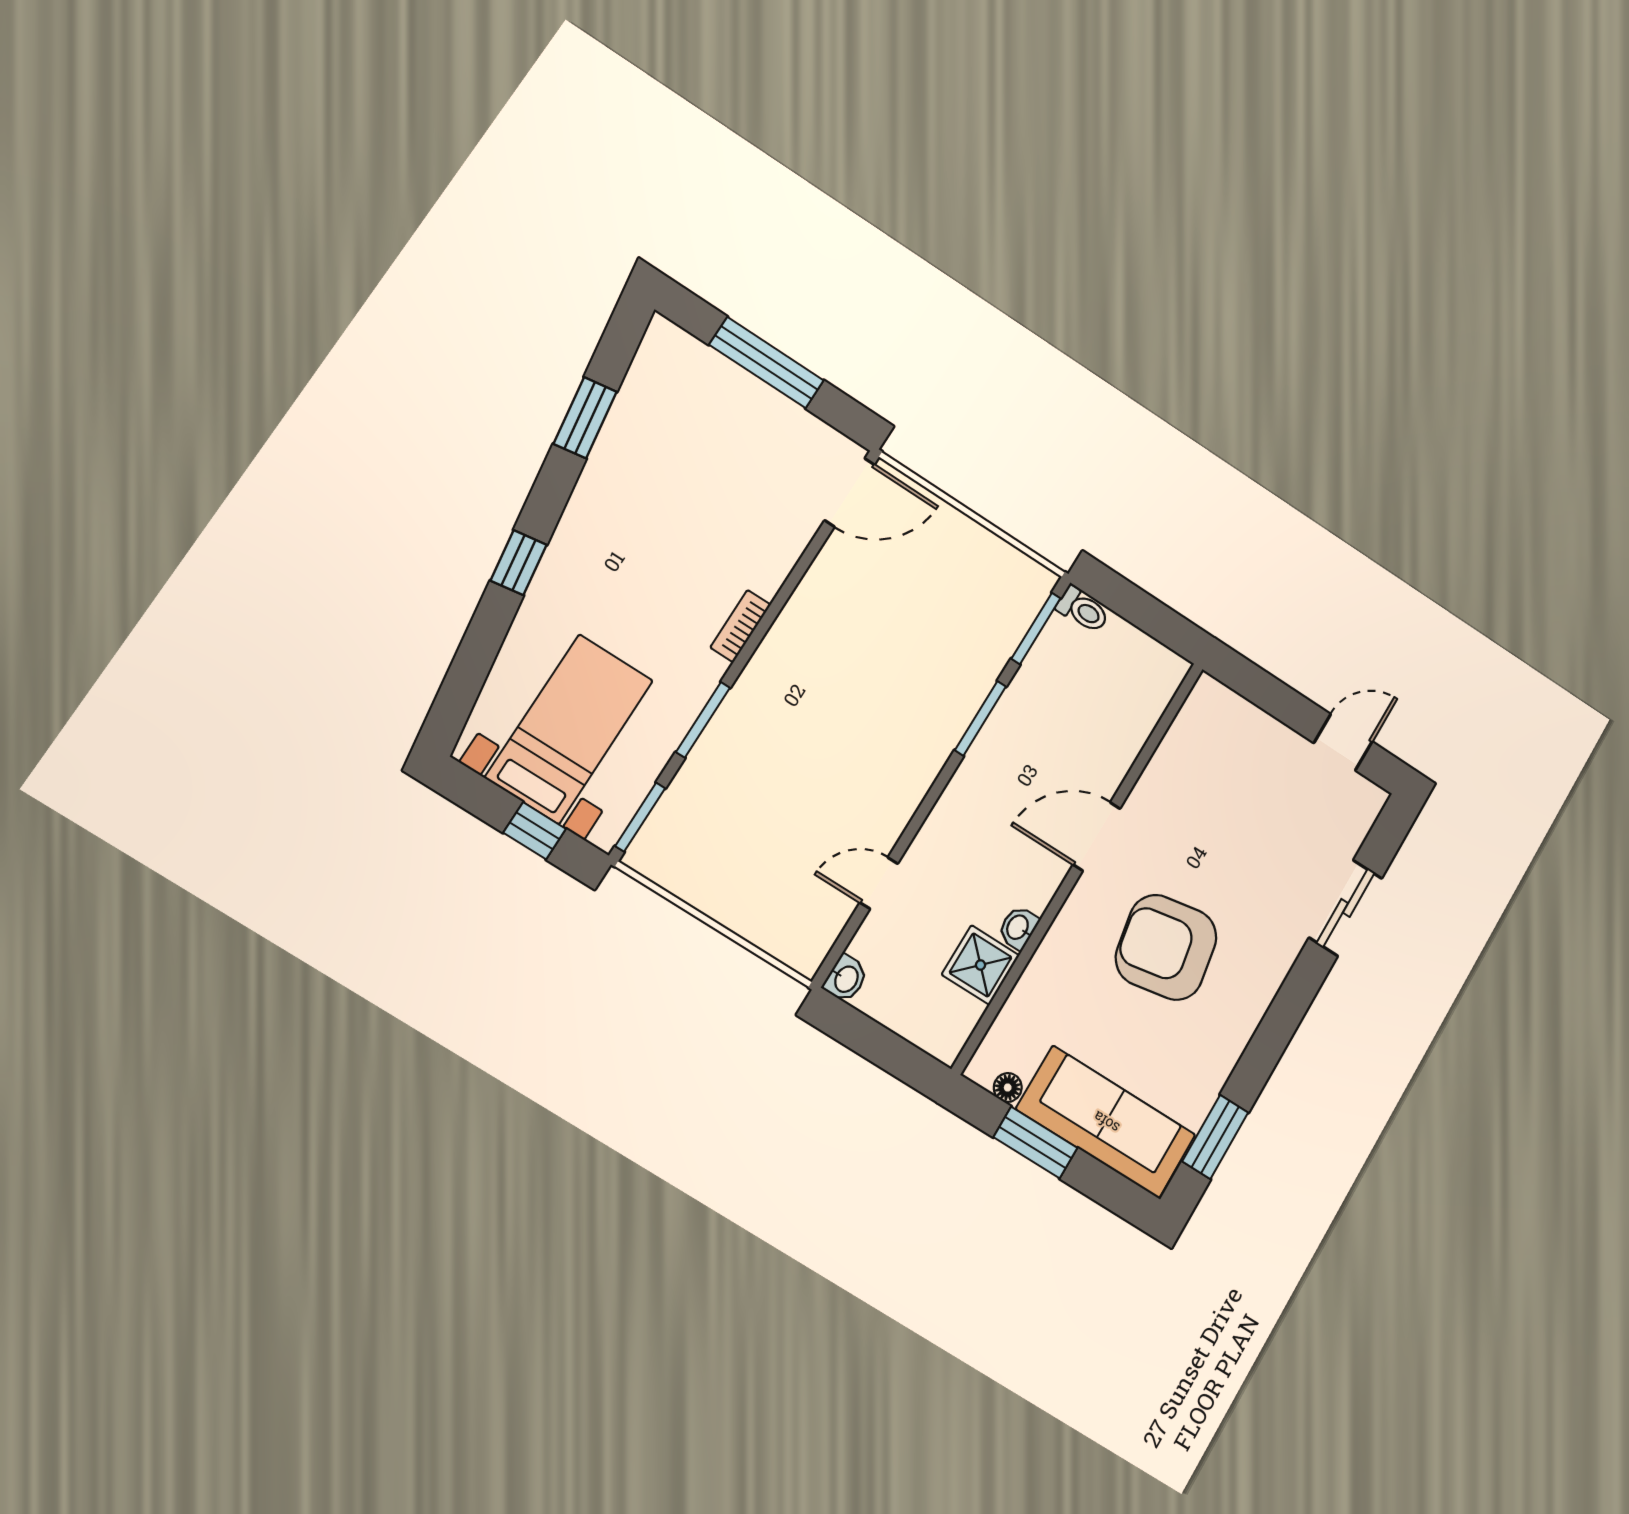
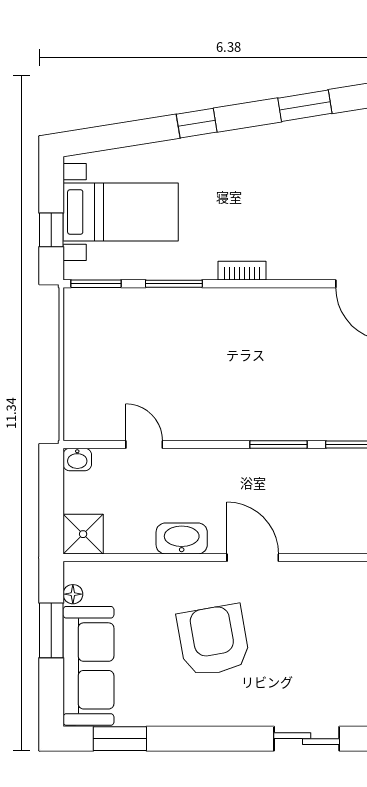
washbasin: (1018, 928) -> (182, 538), width x1.91, depth x1.45
shower: (981, 965) -> (83, 534), moved

